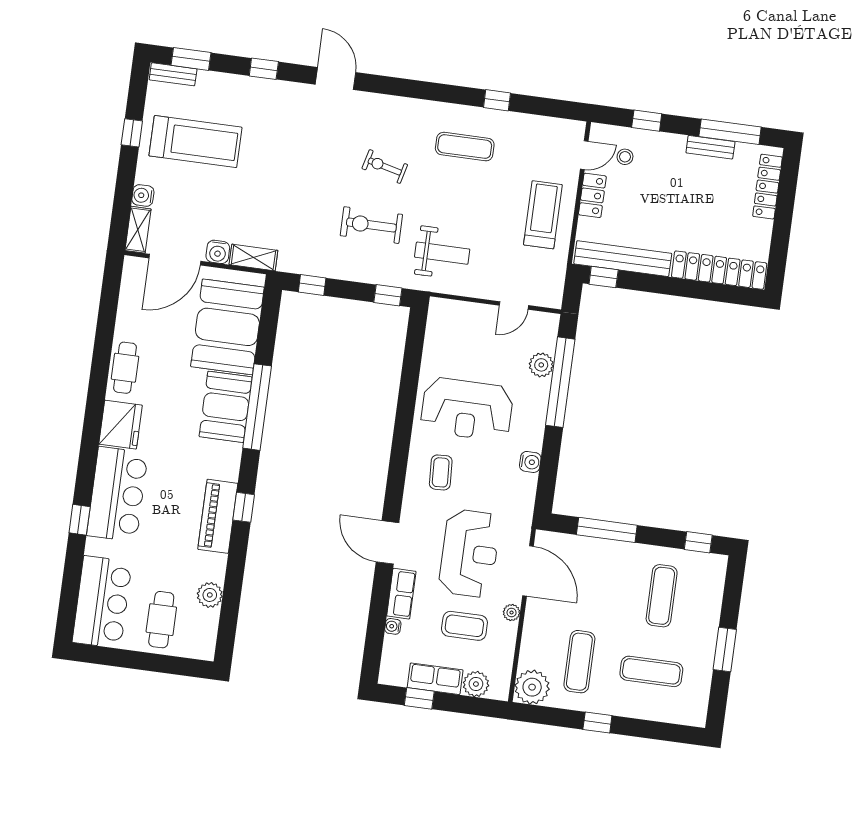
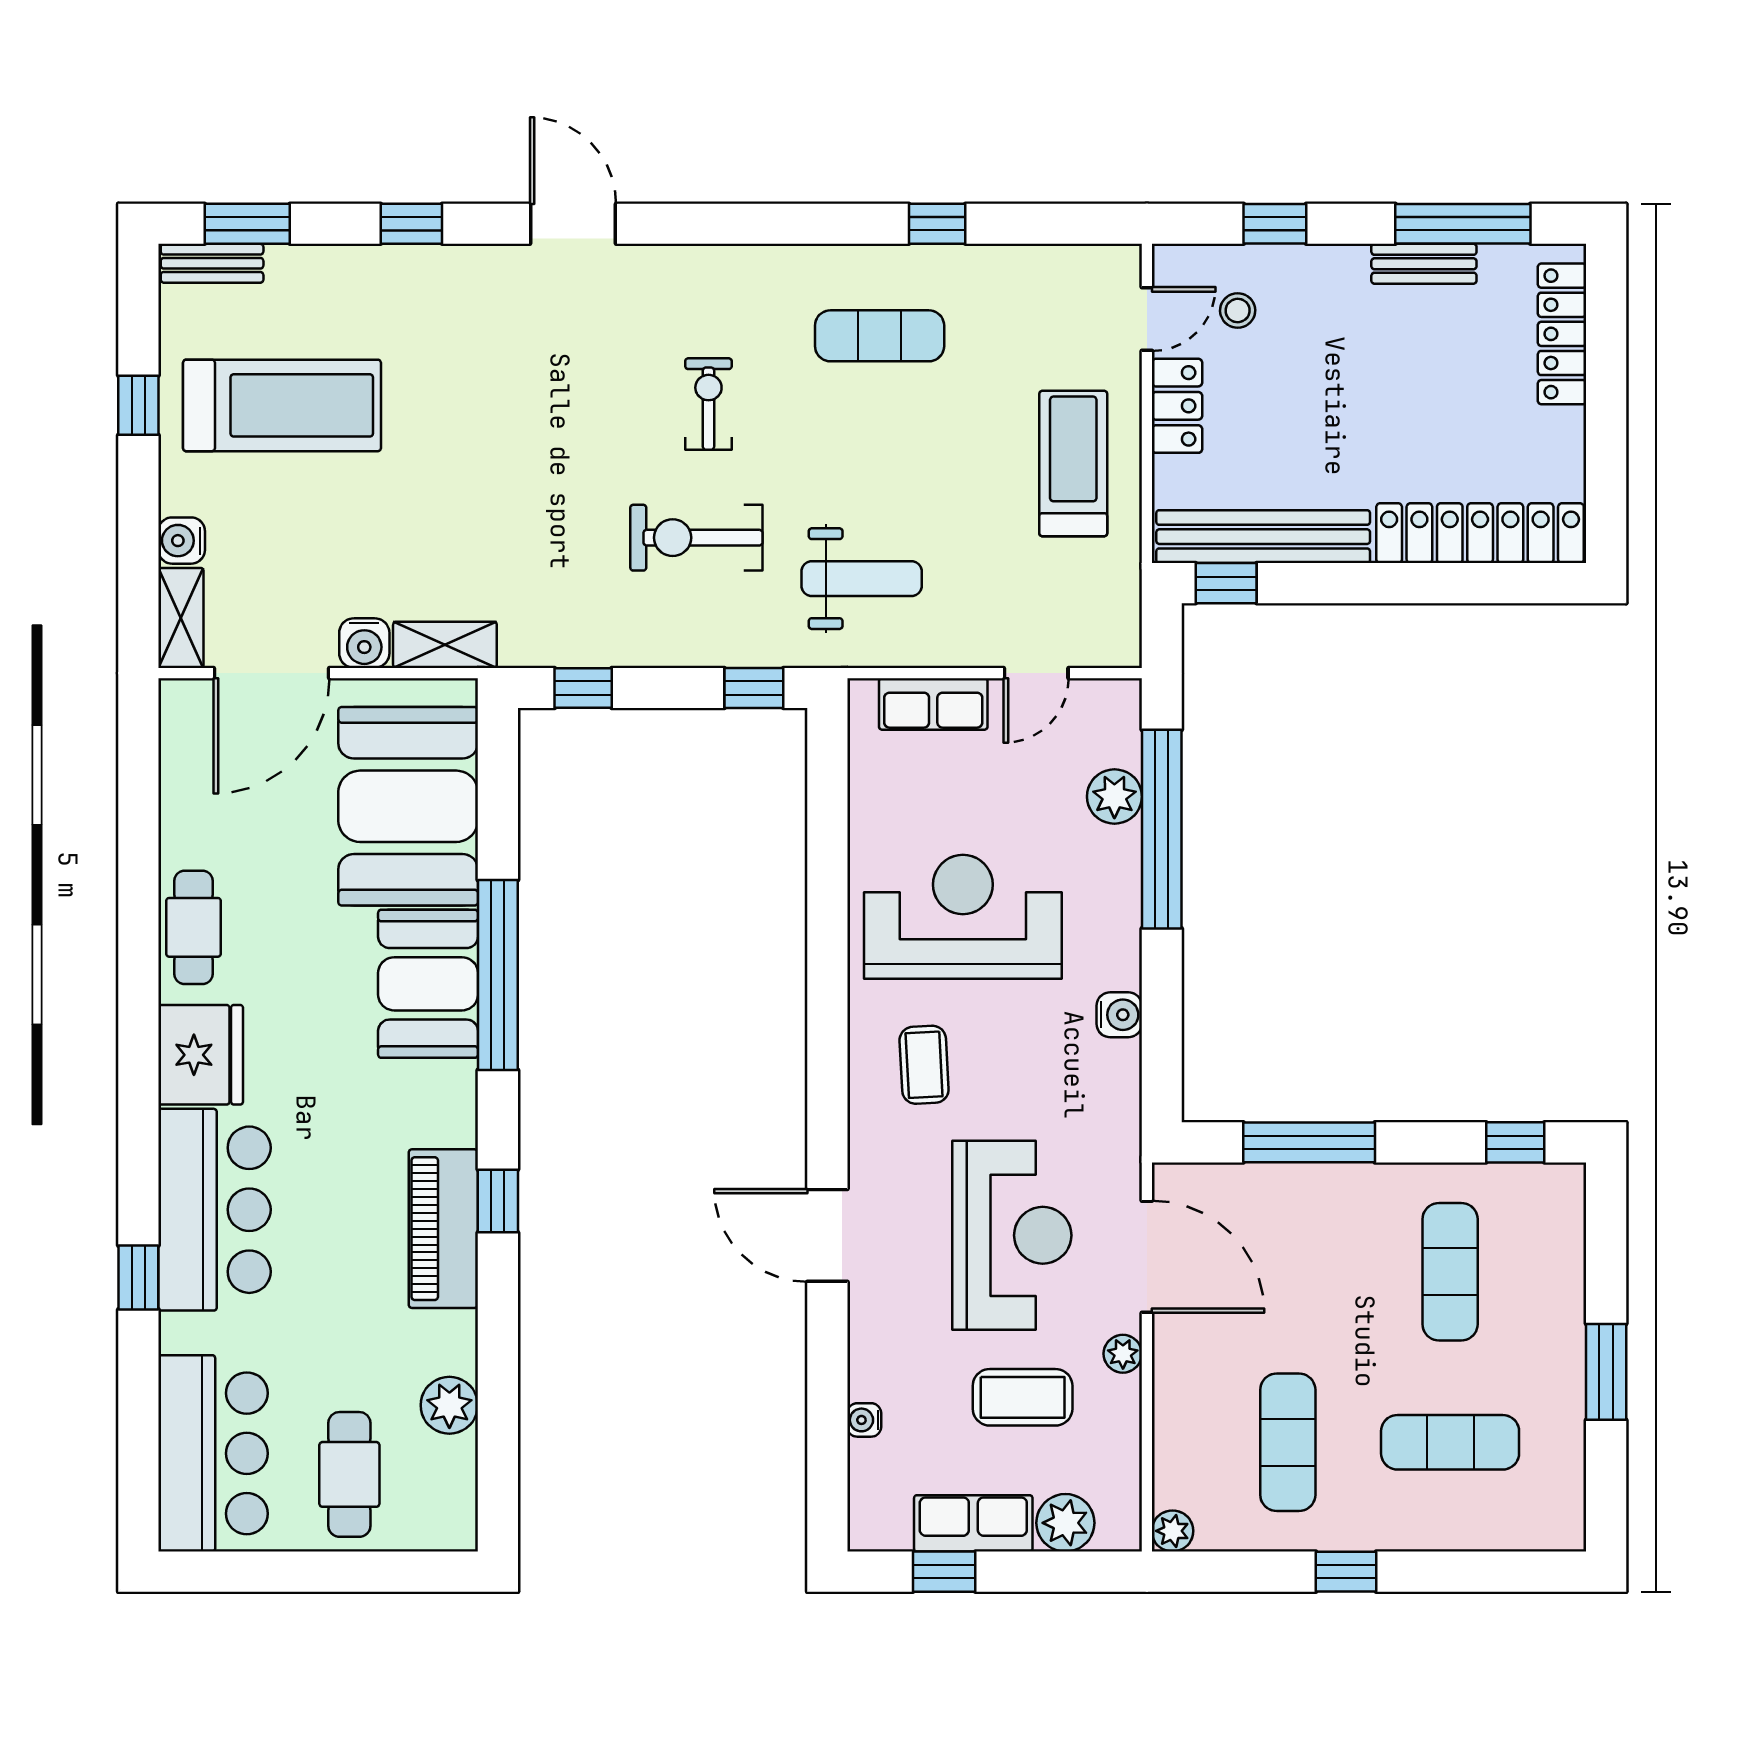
exercise bike: (385, 167) -> (708, 404), turned 76
reception desk: (467, 409) -> (963, 917), turned 180
row of seats: (401, 594) -> (933, 704), moved, turned 90
plant: (532, 687) -> (1173, 1531), width x0.53, depth x0.53

